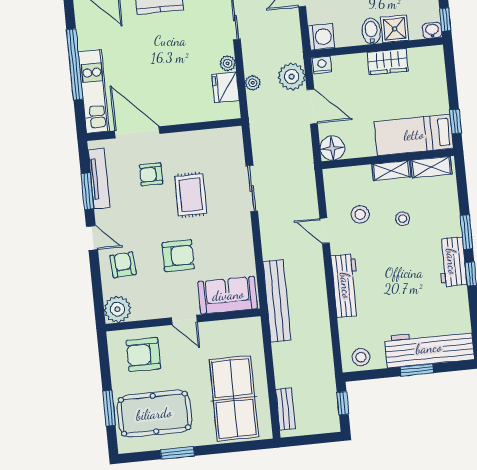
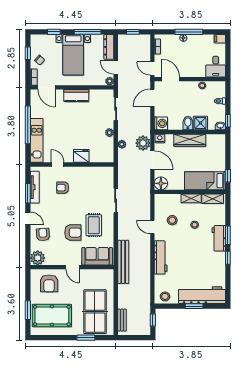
wardrobe: (388, 62) -> (190, 140), width x1.50
fridge: (225, 87) -> (81, 156), moved, turned 90
door: (137, 132) -> (58, 165), width x0.53
rug: (191, 195) -> (94, 225), moved
workbench: (452, 262) -> (219, 238), moved
armchair: (143, 355) -> (49, 283), turned -90
window: (177, 453) -> (86, 338), moved

